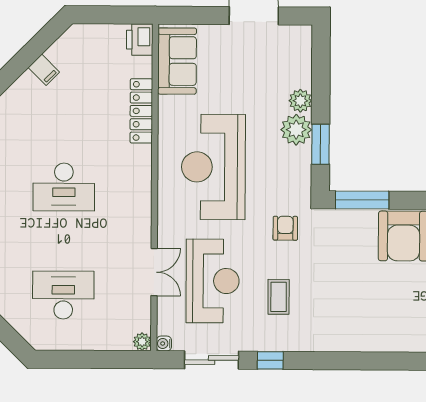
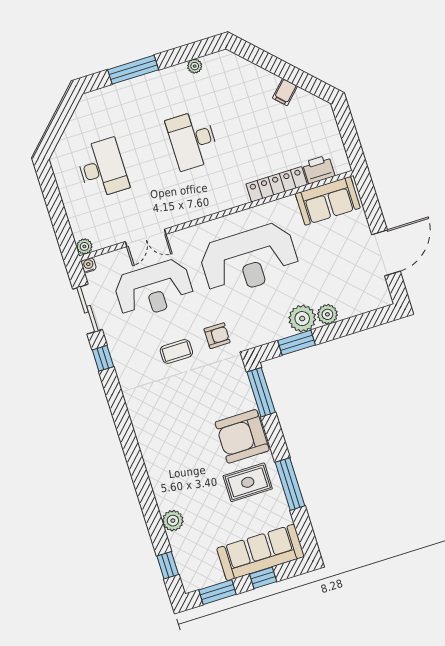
printer: (140, 40) -> (319, 169), moved
reception desk: (213, 167) -> (249, 259), turned 180
coffee table: (279, 297) -> (176, 351), moved

